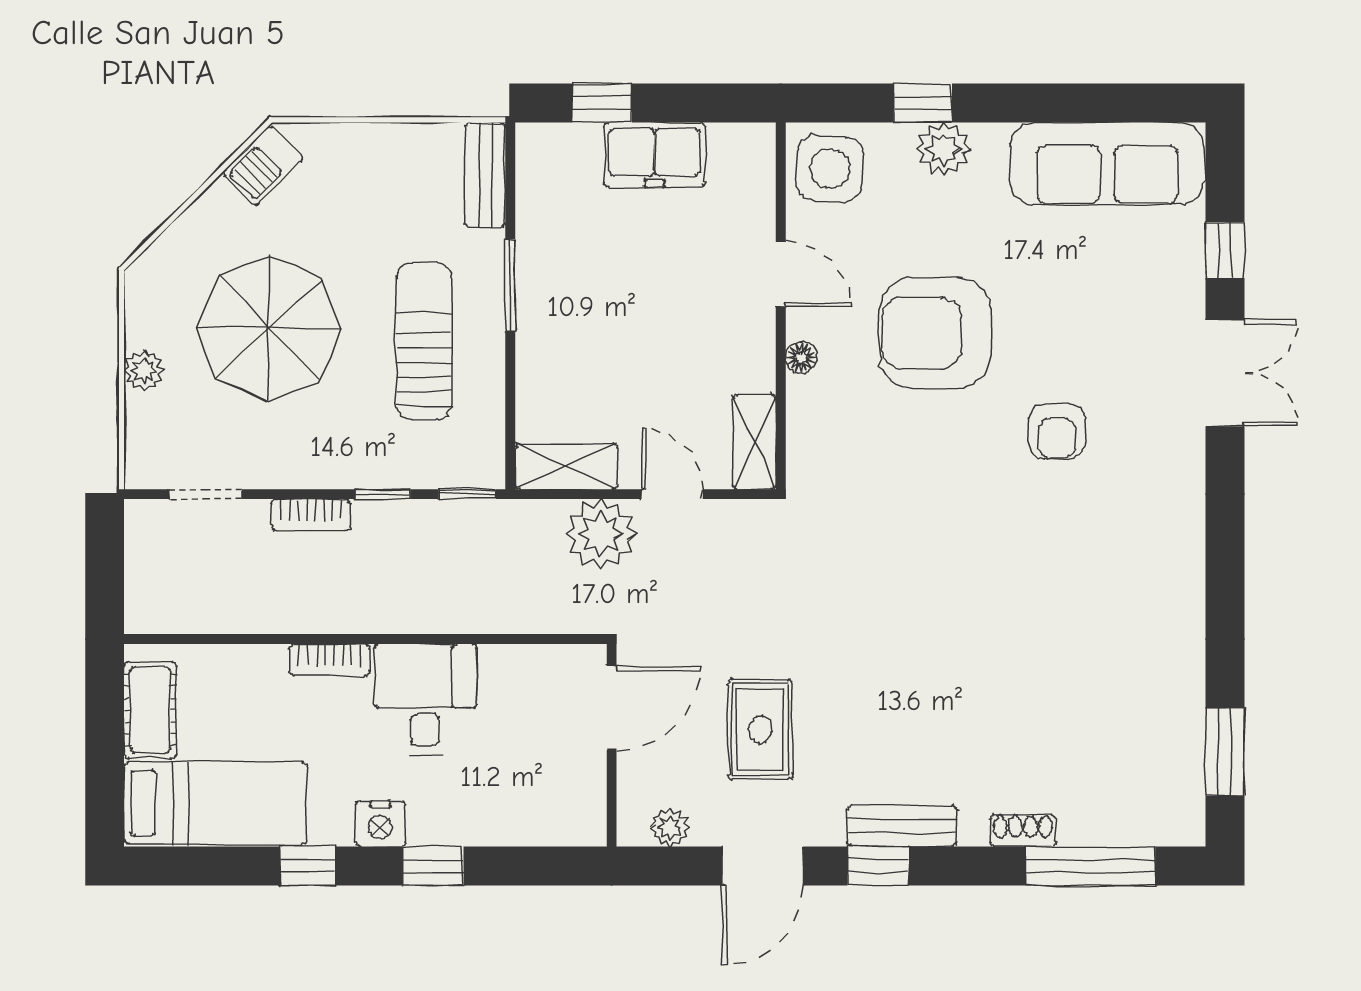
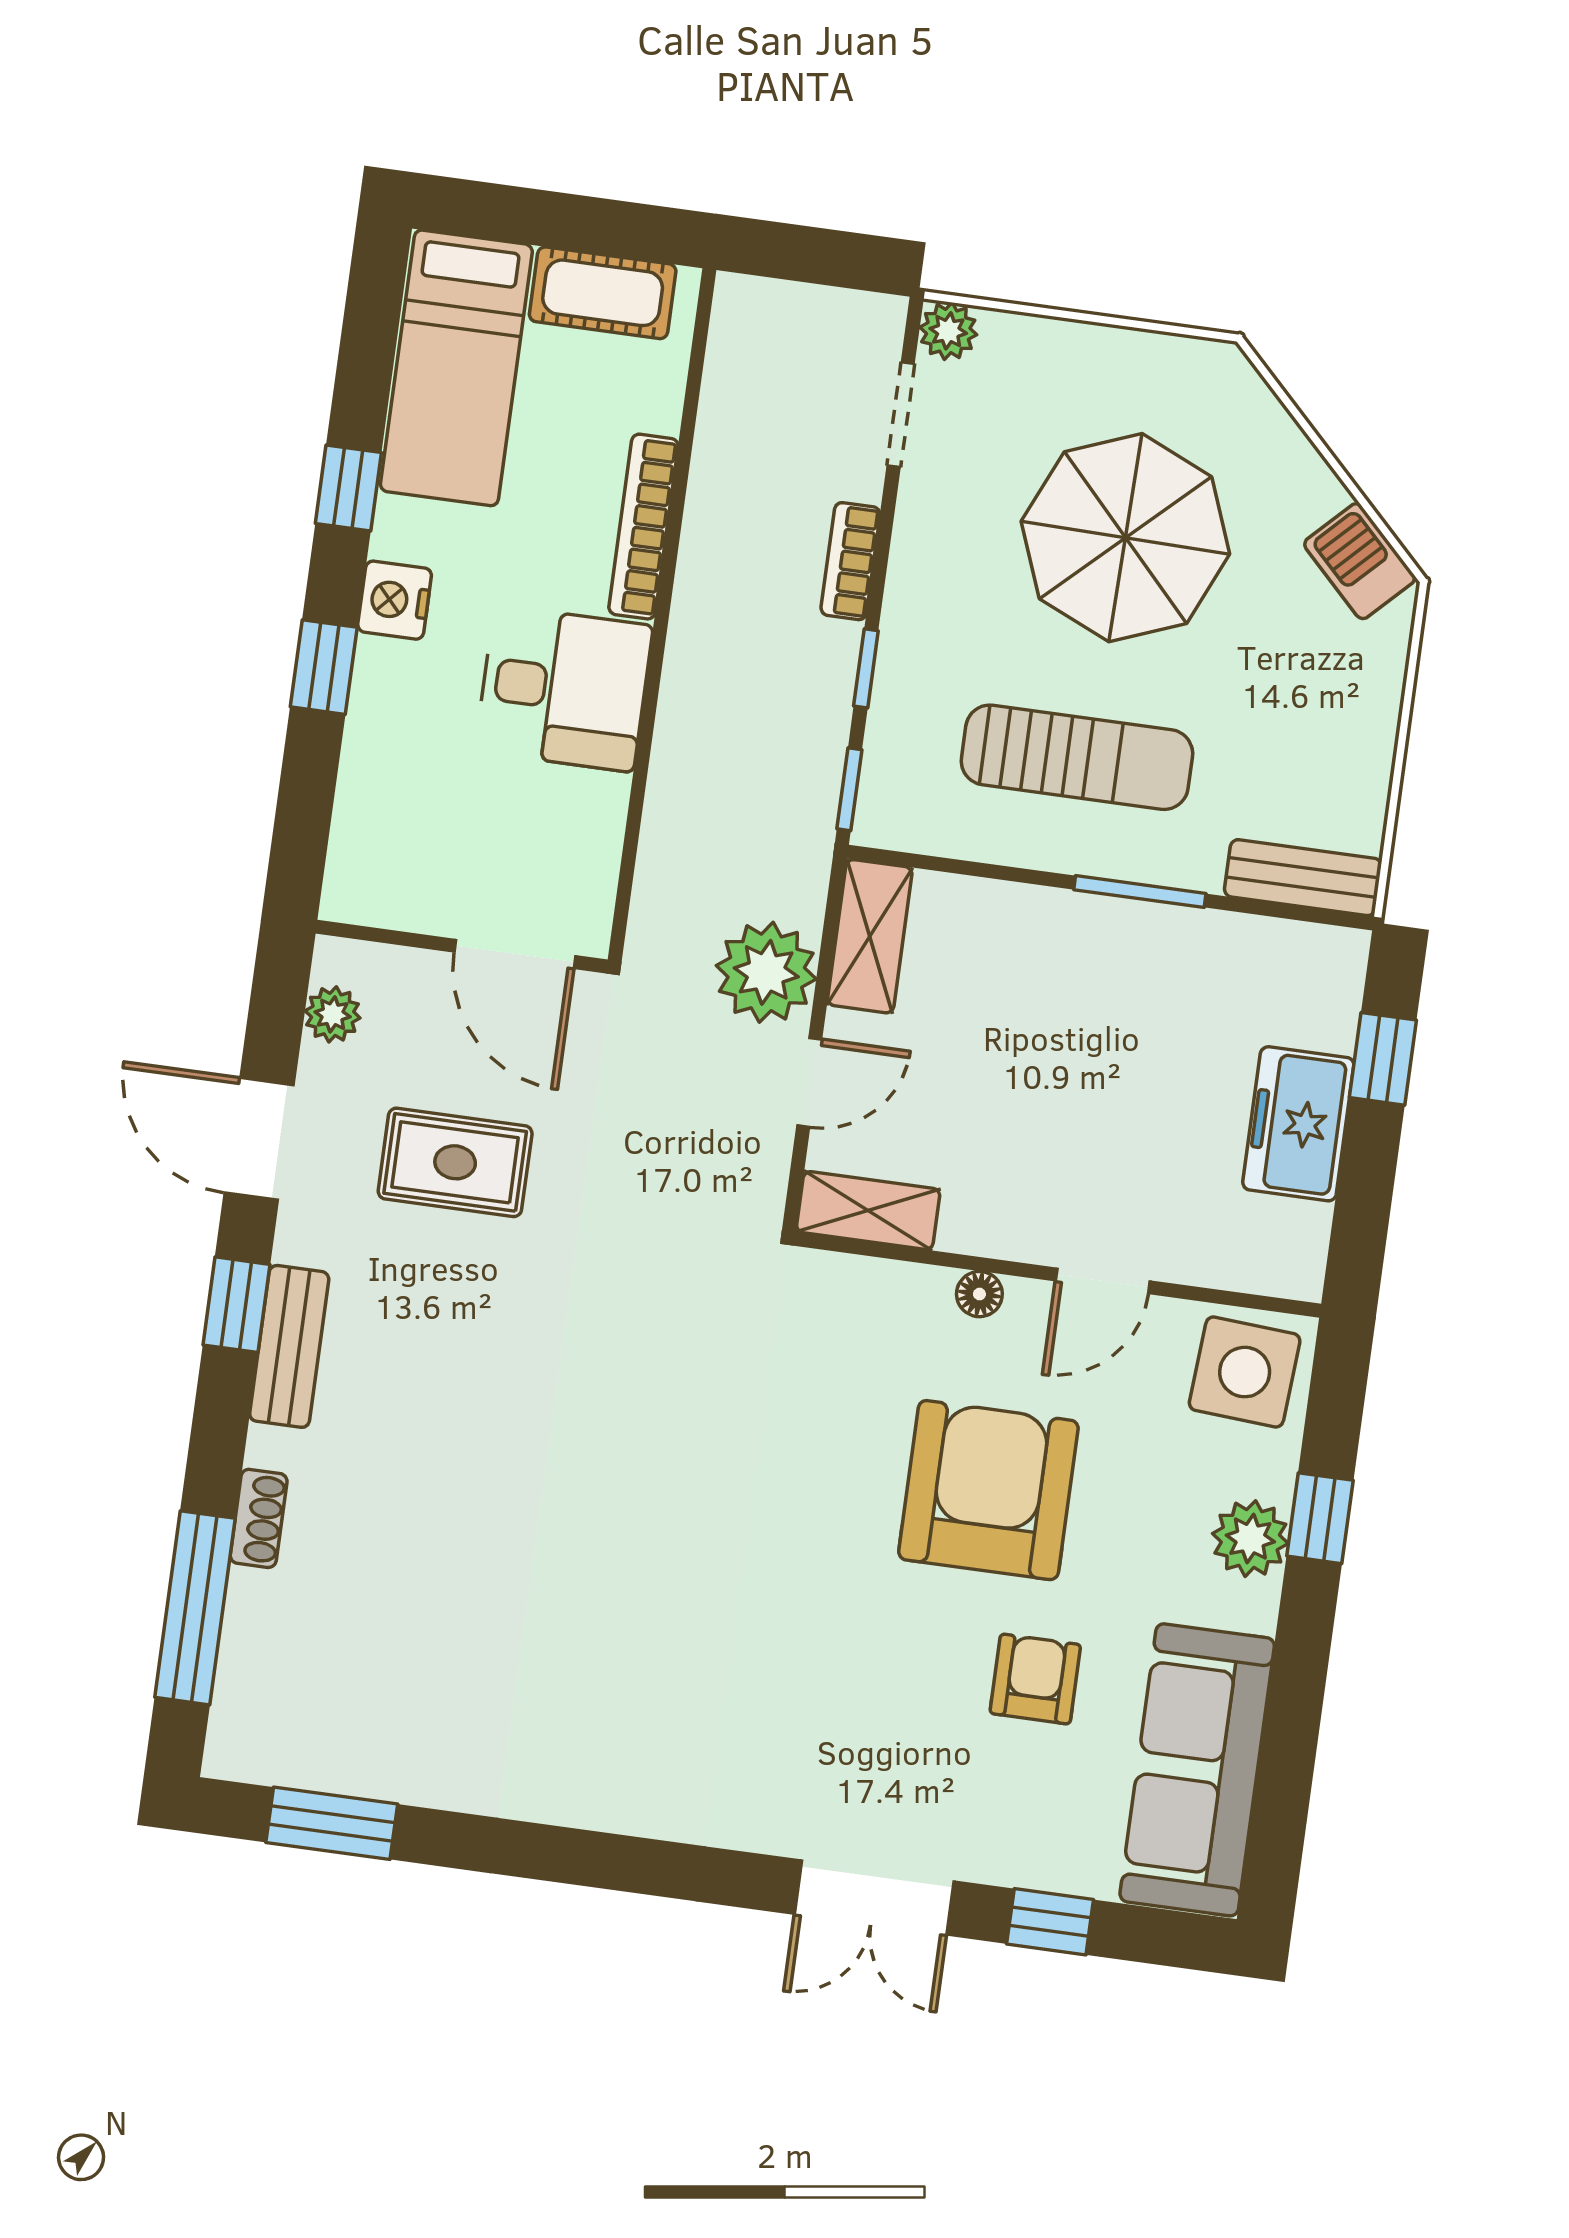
plant: (144, 371) -> (948, 331), moved
armchair: (1057, 431) -> (1035, 1679), moved, turned 90
bookcase: (329, 660) -> (643, 527), width x1.56

